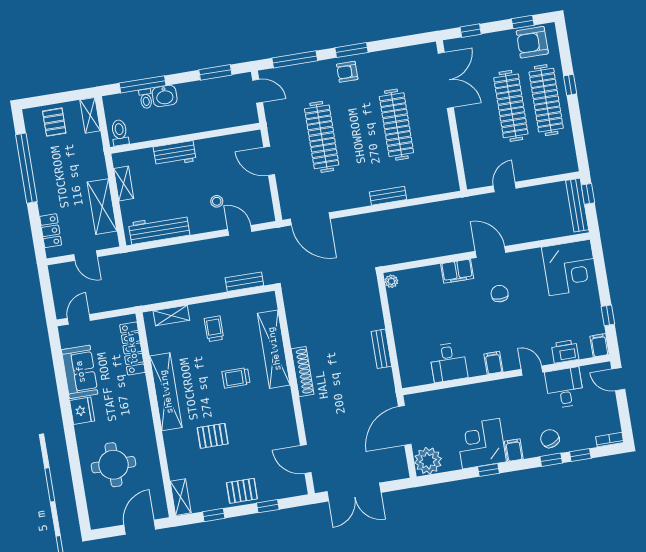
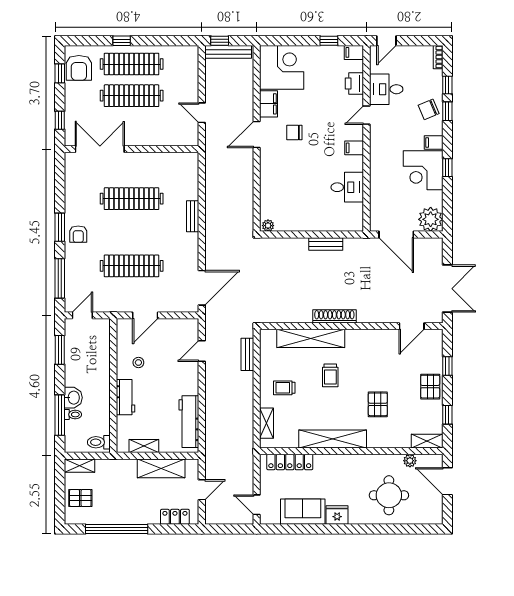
stool: (217, 201) -> (138, 363), moved
filing cabinet: (457, 271) -> (269, 104), moved
plant: (156, 482) -> (410, 461), added

